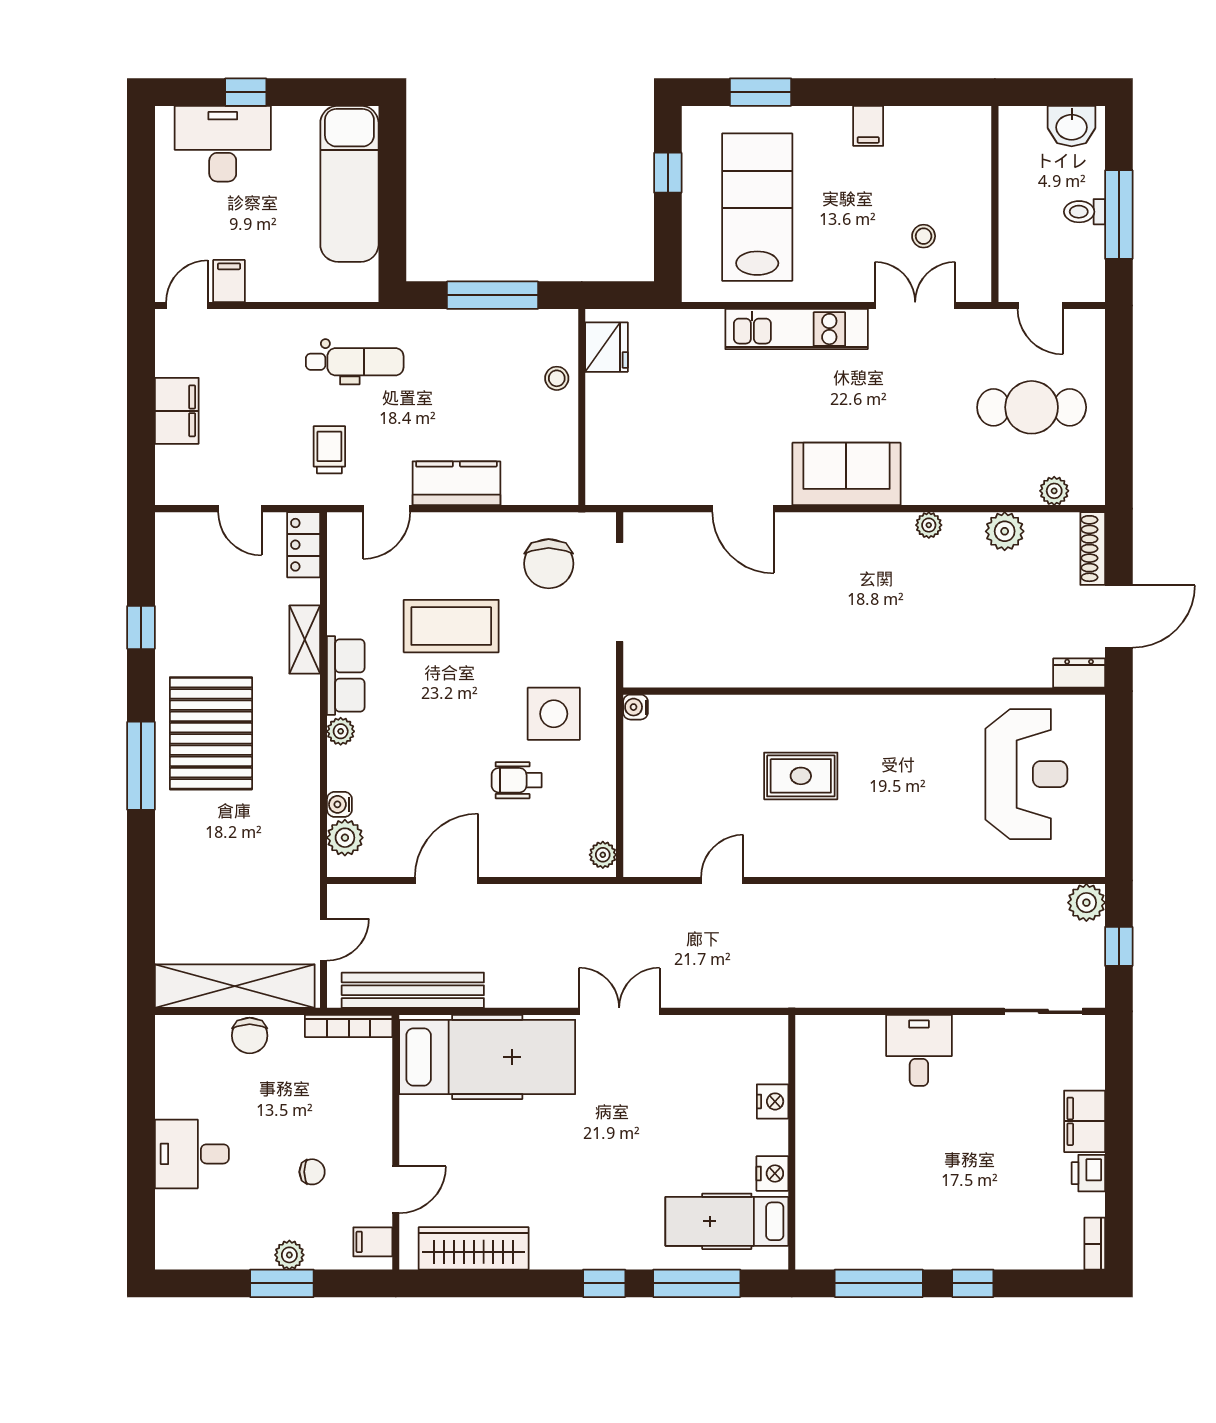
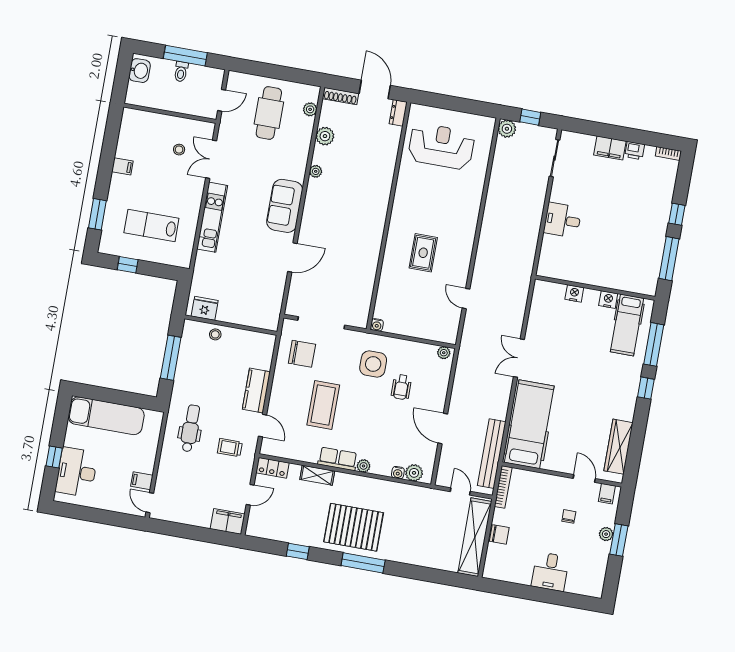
lab bench: (757, 207) -> (151, 226), width x0.73, depth x0.72
filing cabinet: (177, 411) -> (228, 521), moved

